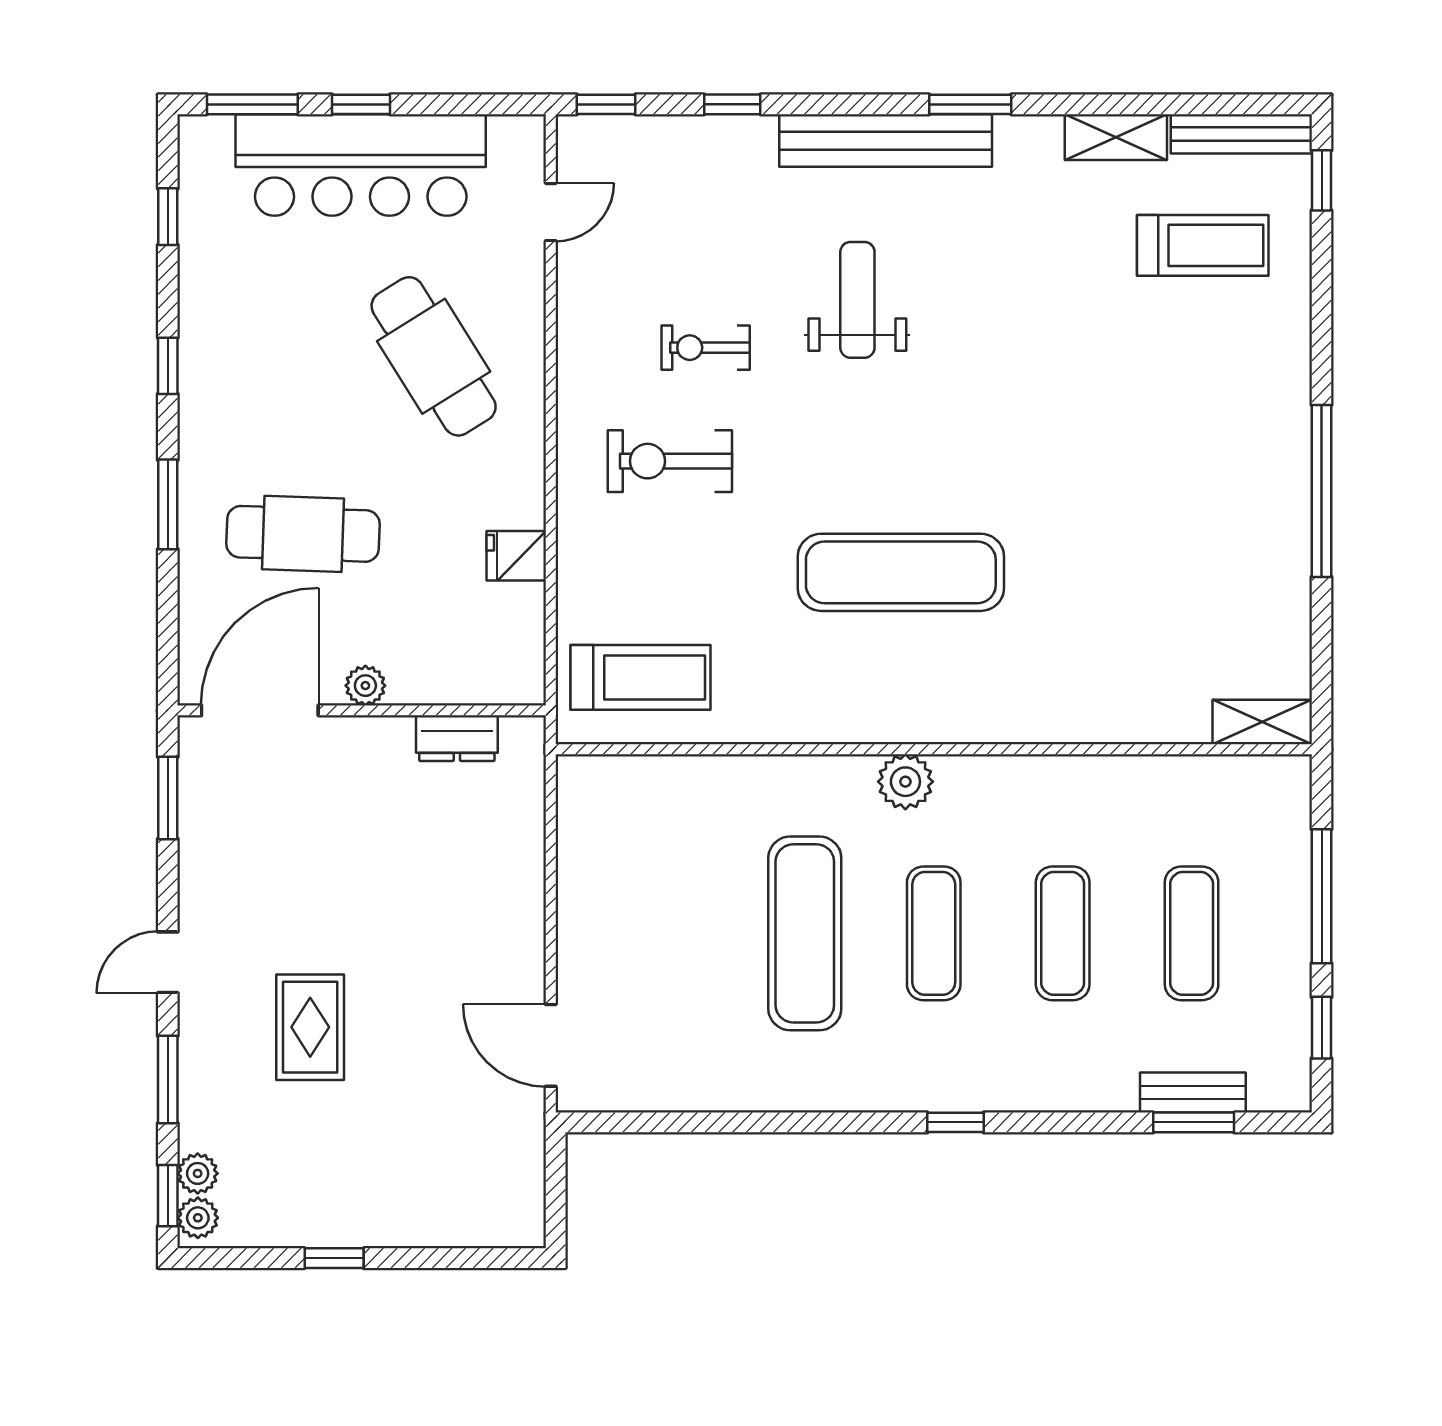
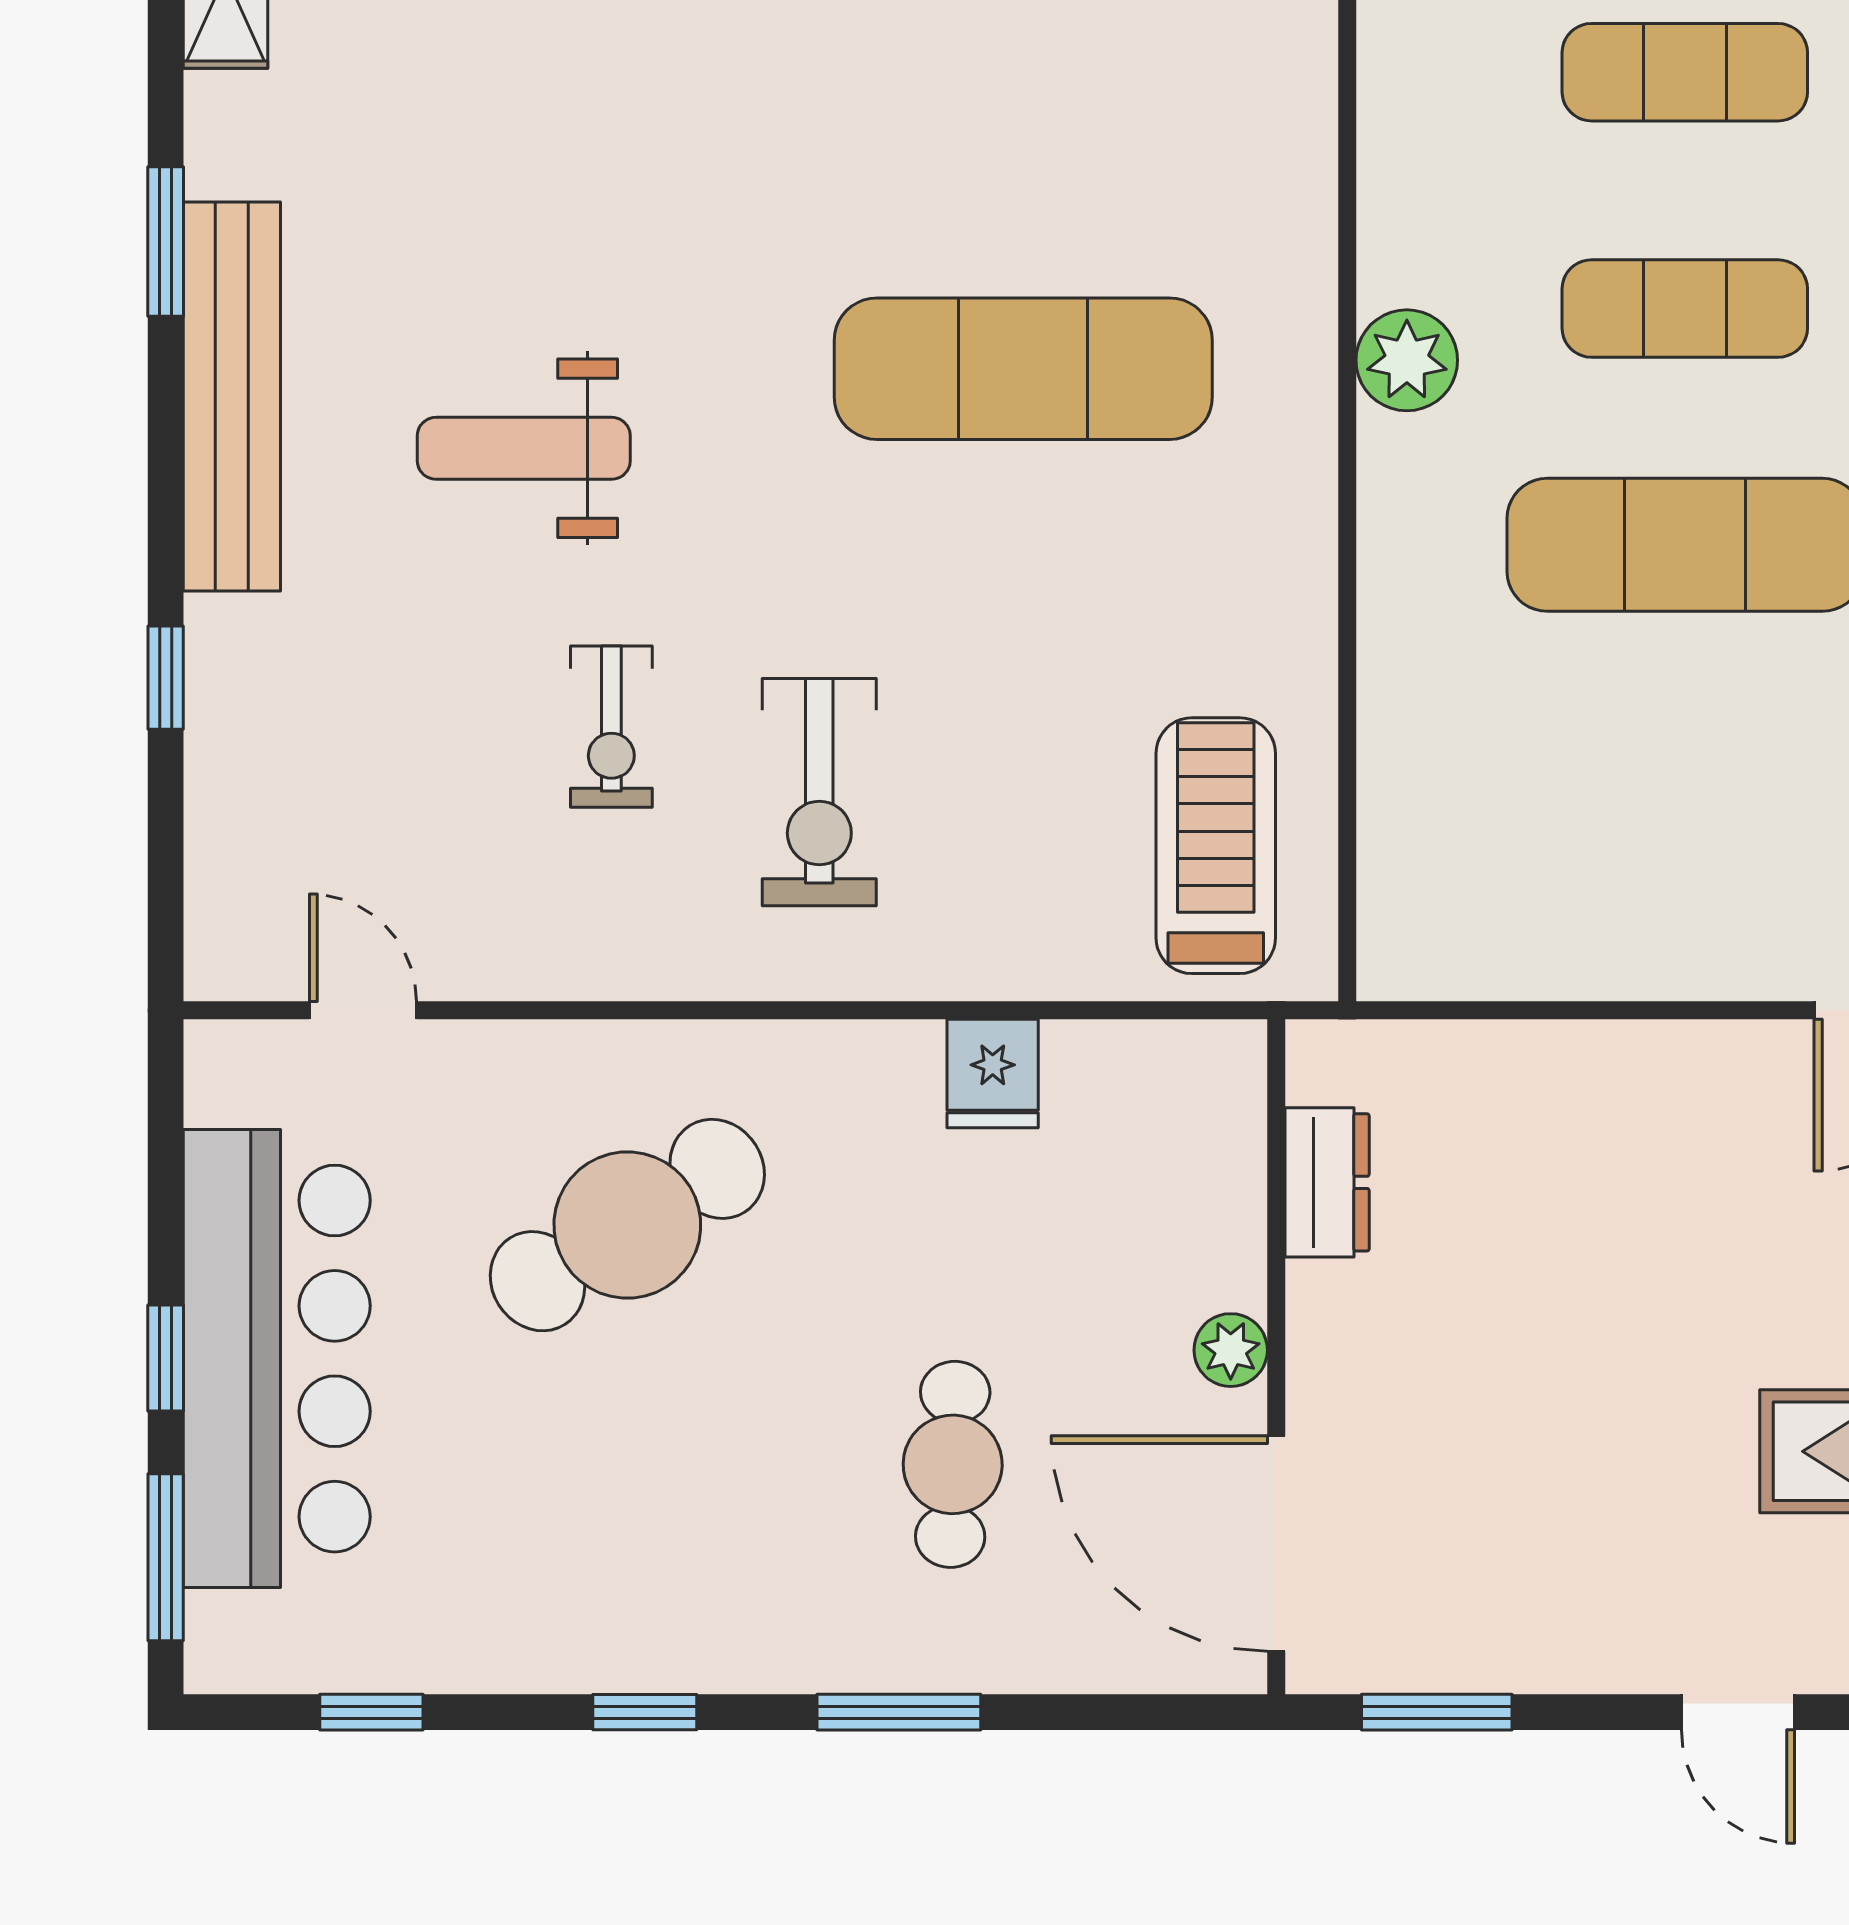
window: (606, 104) -> (166, 909), removed
cafe table: (303, 534) -> (953, 1464), width x0.73, depth x0.74
exercise mat: (901, 572) -> (1023, 369), turned 90

